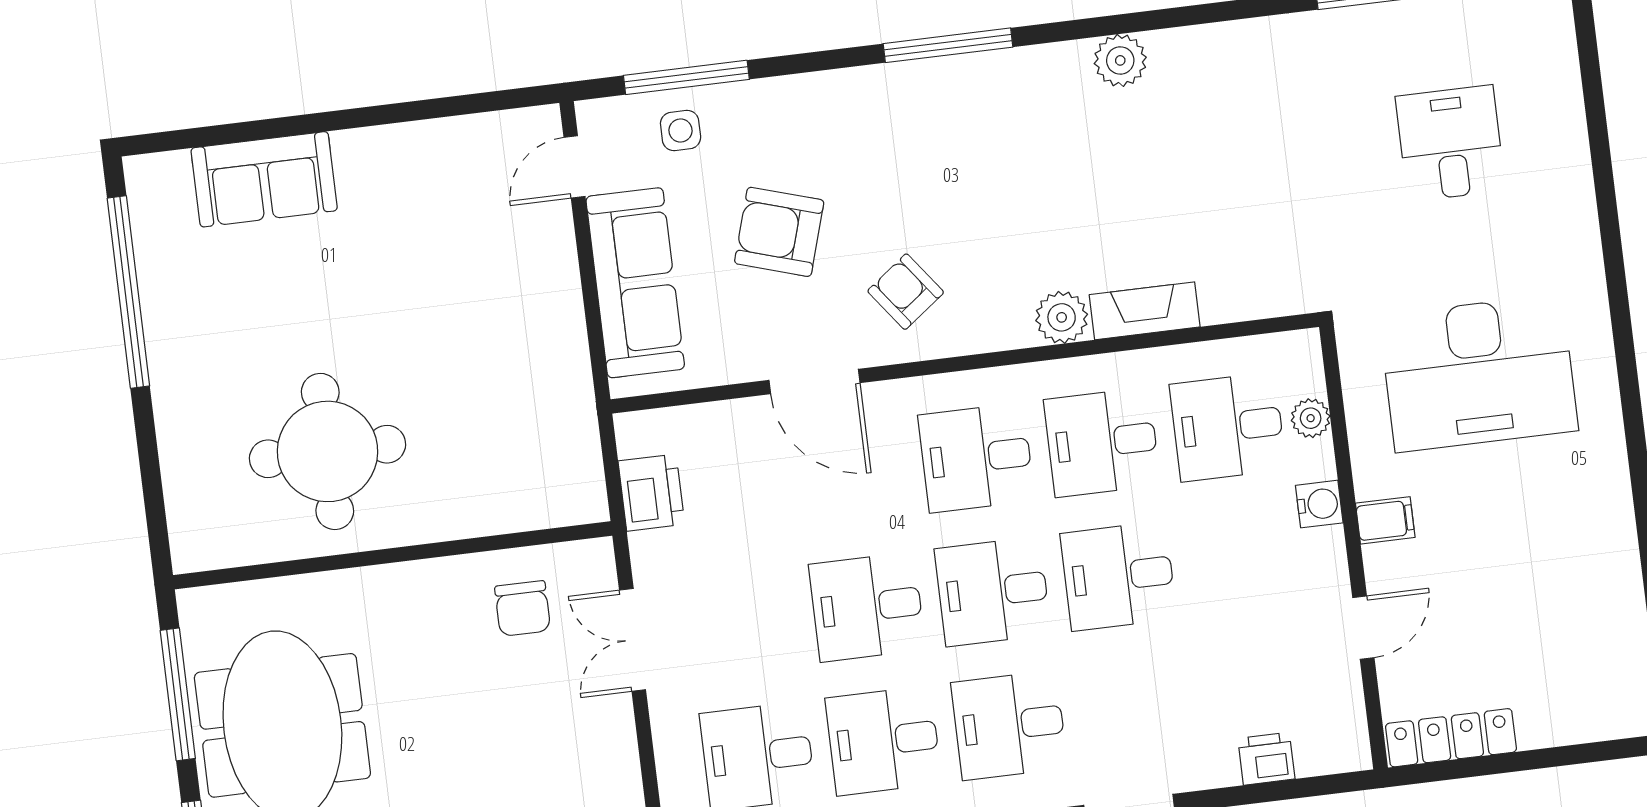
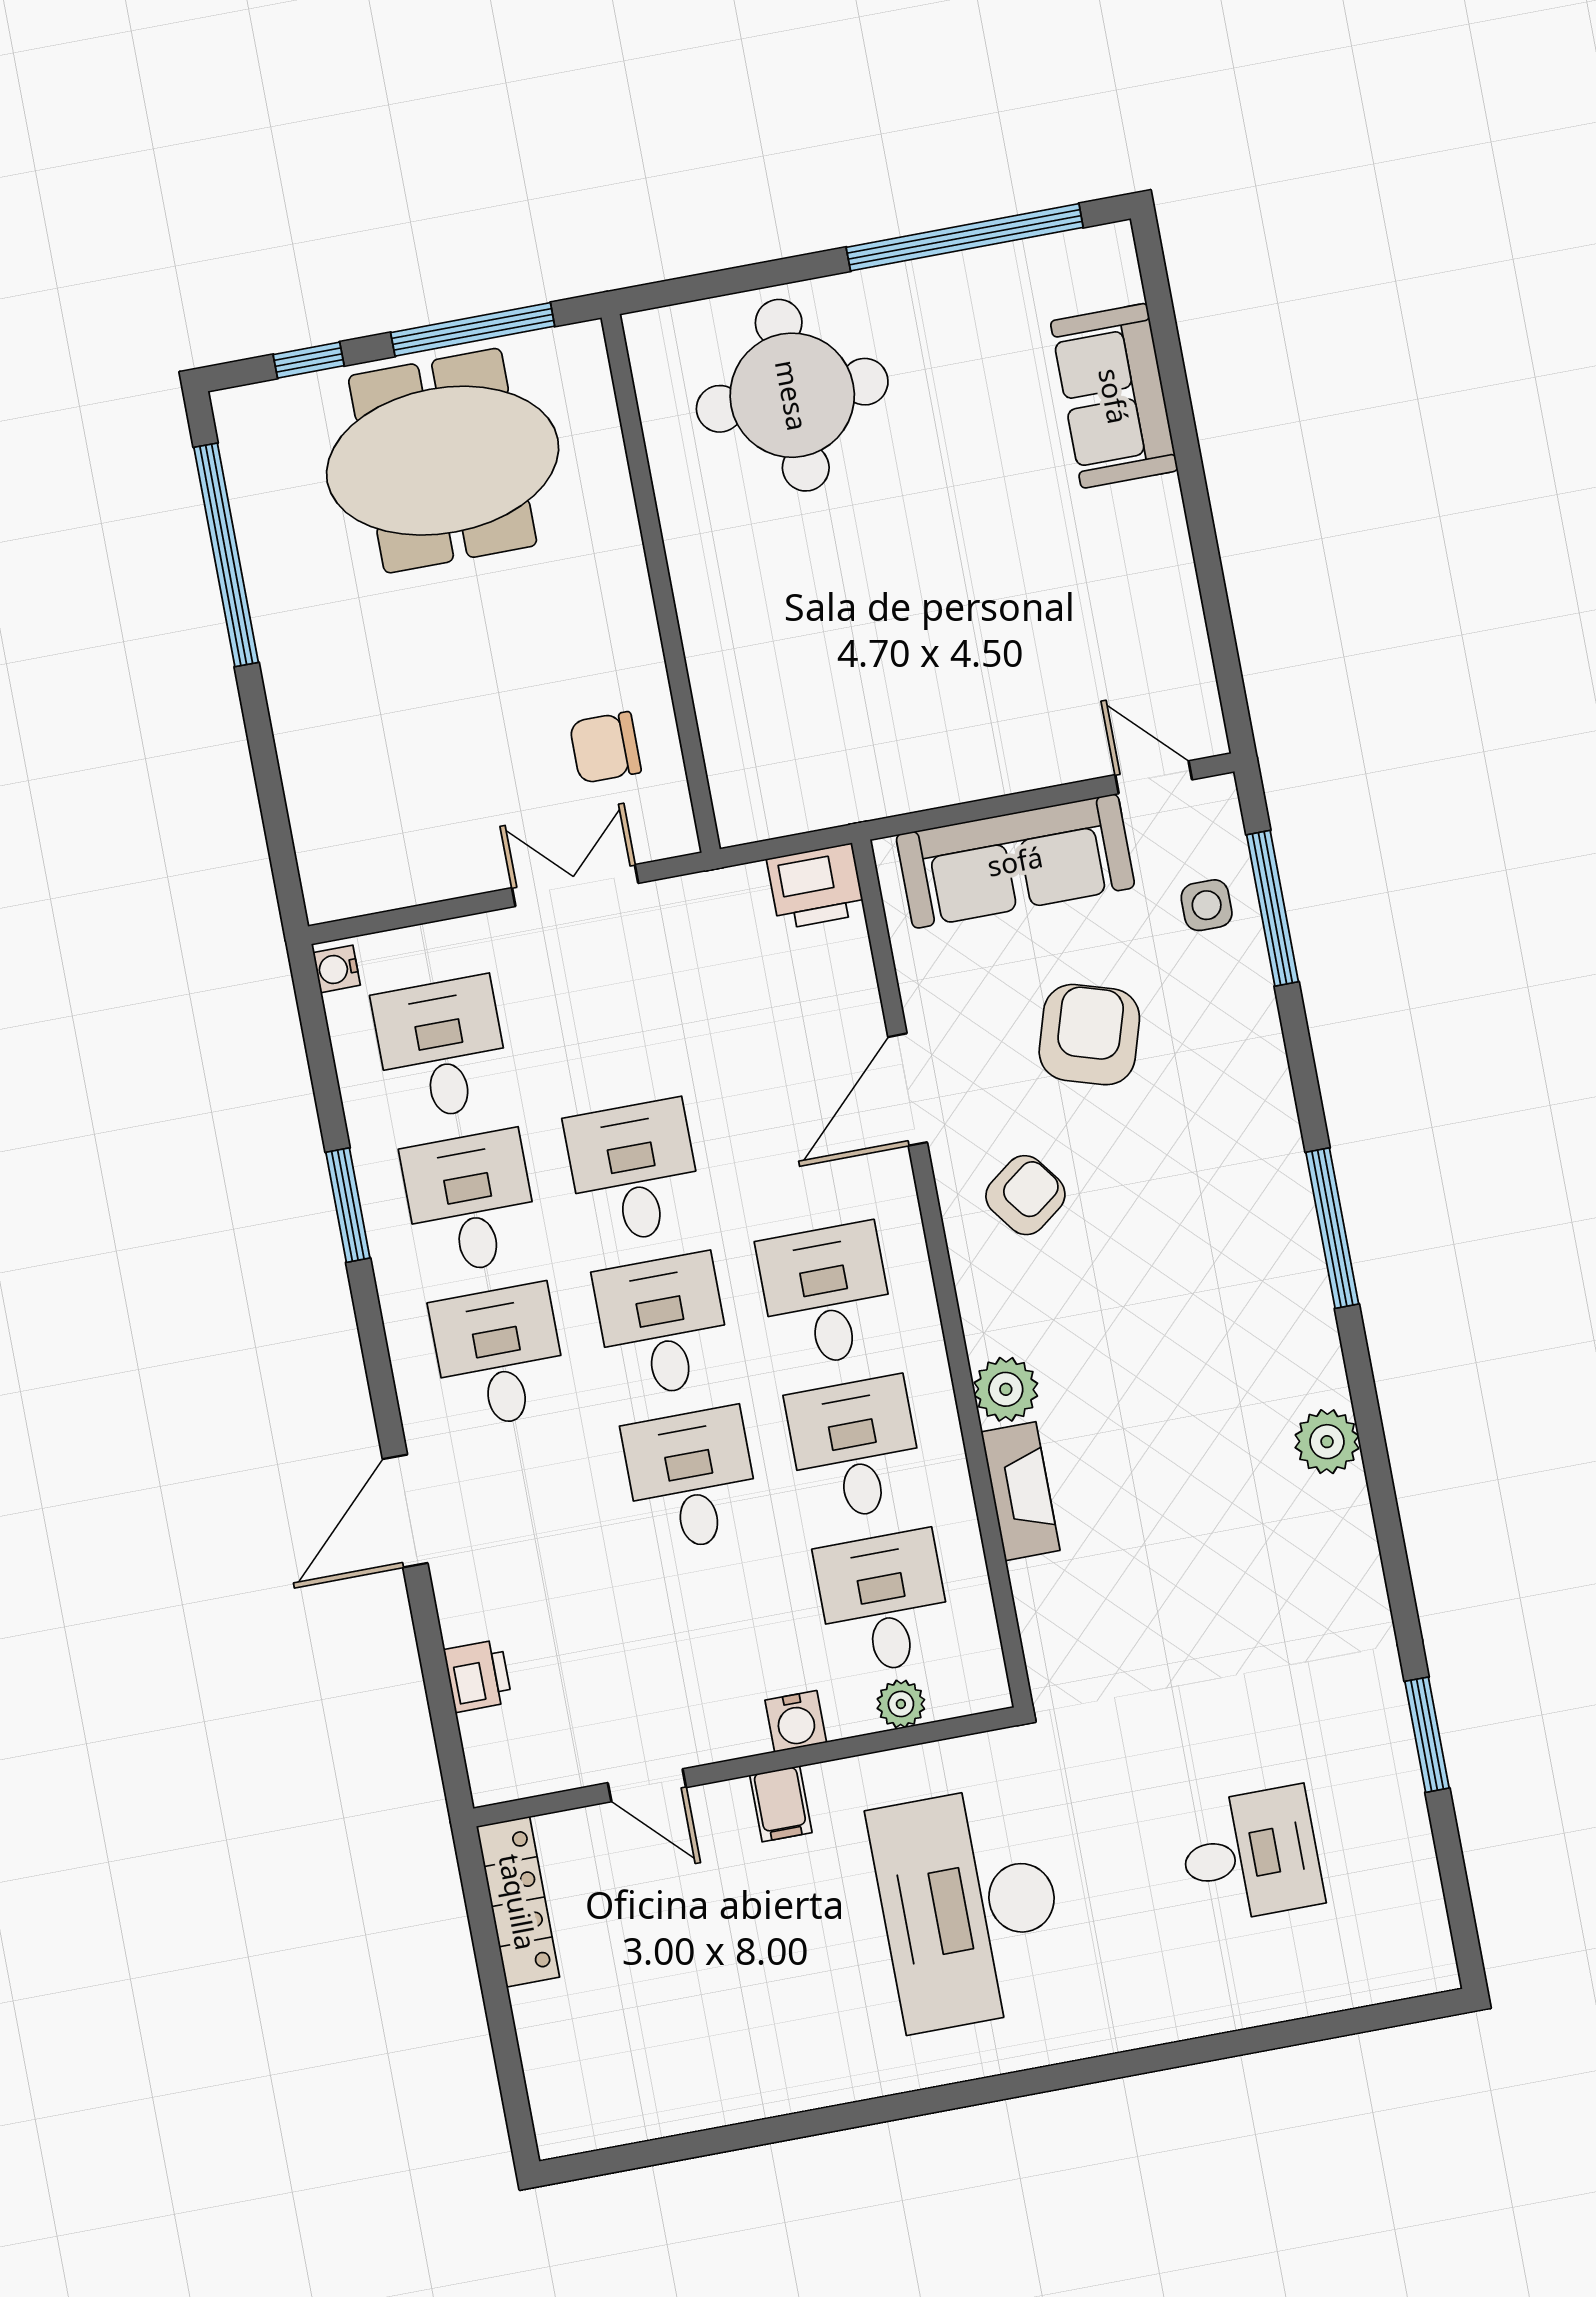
round table: (327, 451) -> (792, 395), moved
printer: (651, 493) -> (816, 886), moved

